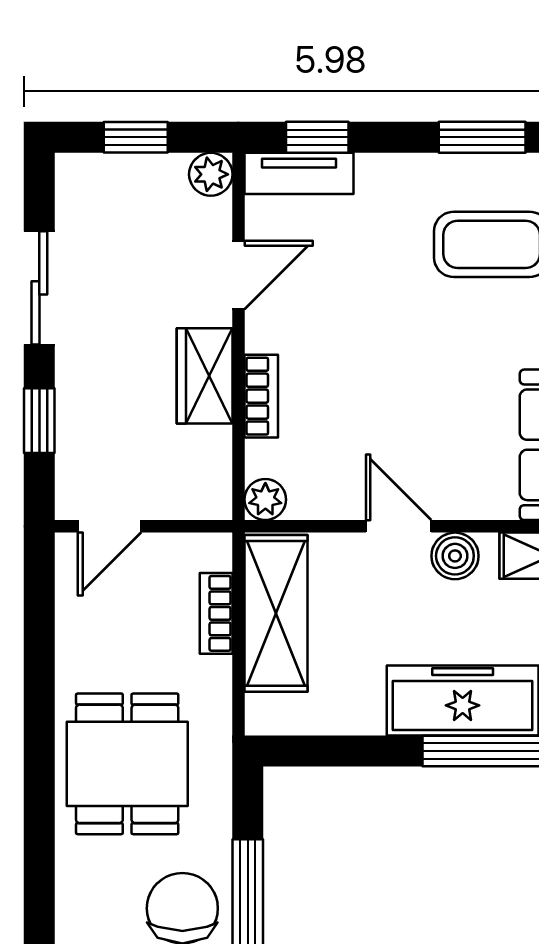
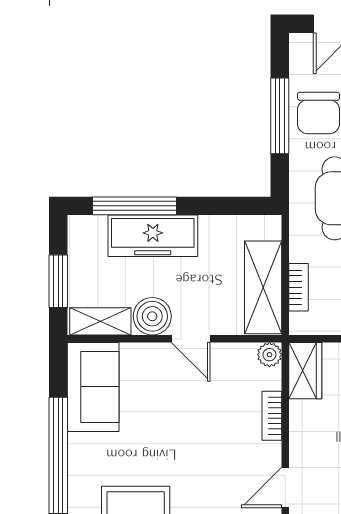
wardrobe: (205, 376) -> (305, 371), moved
boiler: (455, 556) -> (152, 316), width x1.36, depth x1.36

